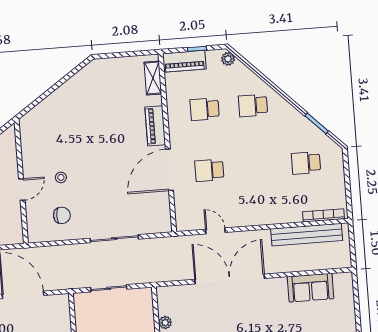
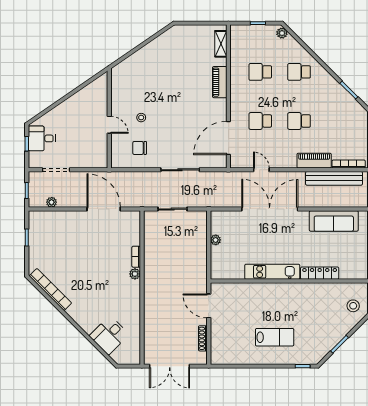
piano: (184, 61) -> (314, 161), moved, turned 180
school desk: (306, 163) -> (299, 121), moved
door: (169, 170) -> (228, 138), moved
door: (22, 190) -> (109, 125), hinge flipped
chair: (62, 215) -> (140, 148), turned 180
sofa: (310, 288) -> (334, 221), width x1.36

